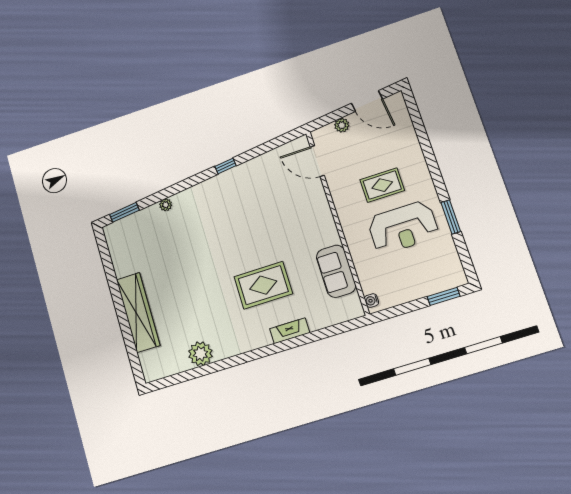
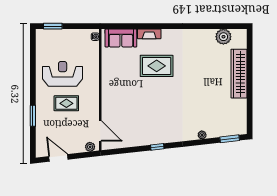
plant: (342, 125) -> (90, 147), moved
window: (451, 217) -> (33, 116), moved
sofa: (336, 271) -> (121, 38), moved, turned 90
plant: (200, 354) -> (223, 37), moved

